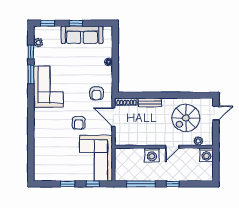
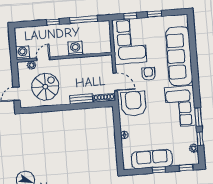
armchair: (97, 93) -> (134, 104), width x1.88, depth x1.88
sofa: (46, 138) -> (179, 56), added
door: (172, 147) -> (43, 59), moved

